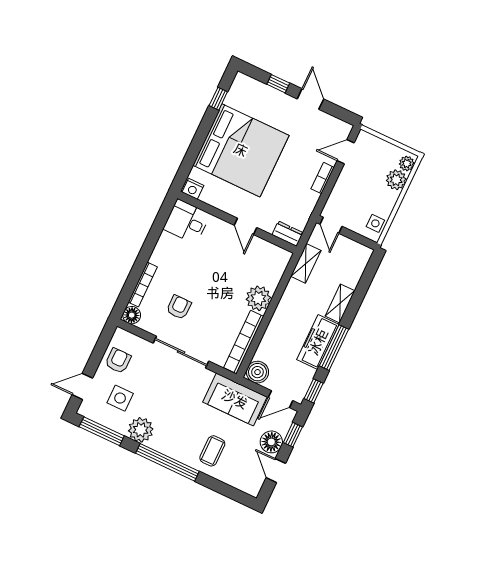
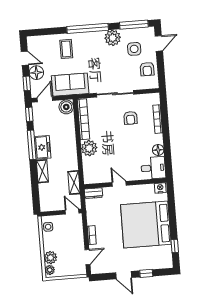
floor lamp: (132, 315) -> (158, 150), moved
freezer: (318, 342) -> (43, 147), width x0.71

